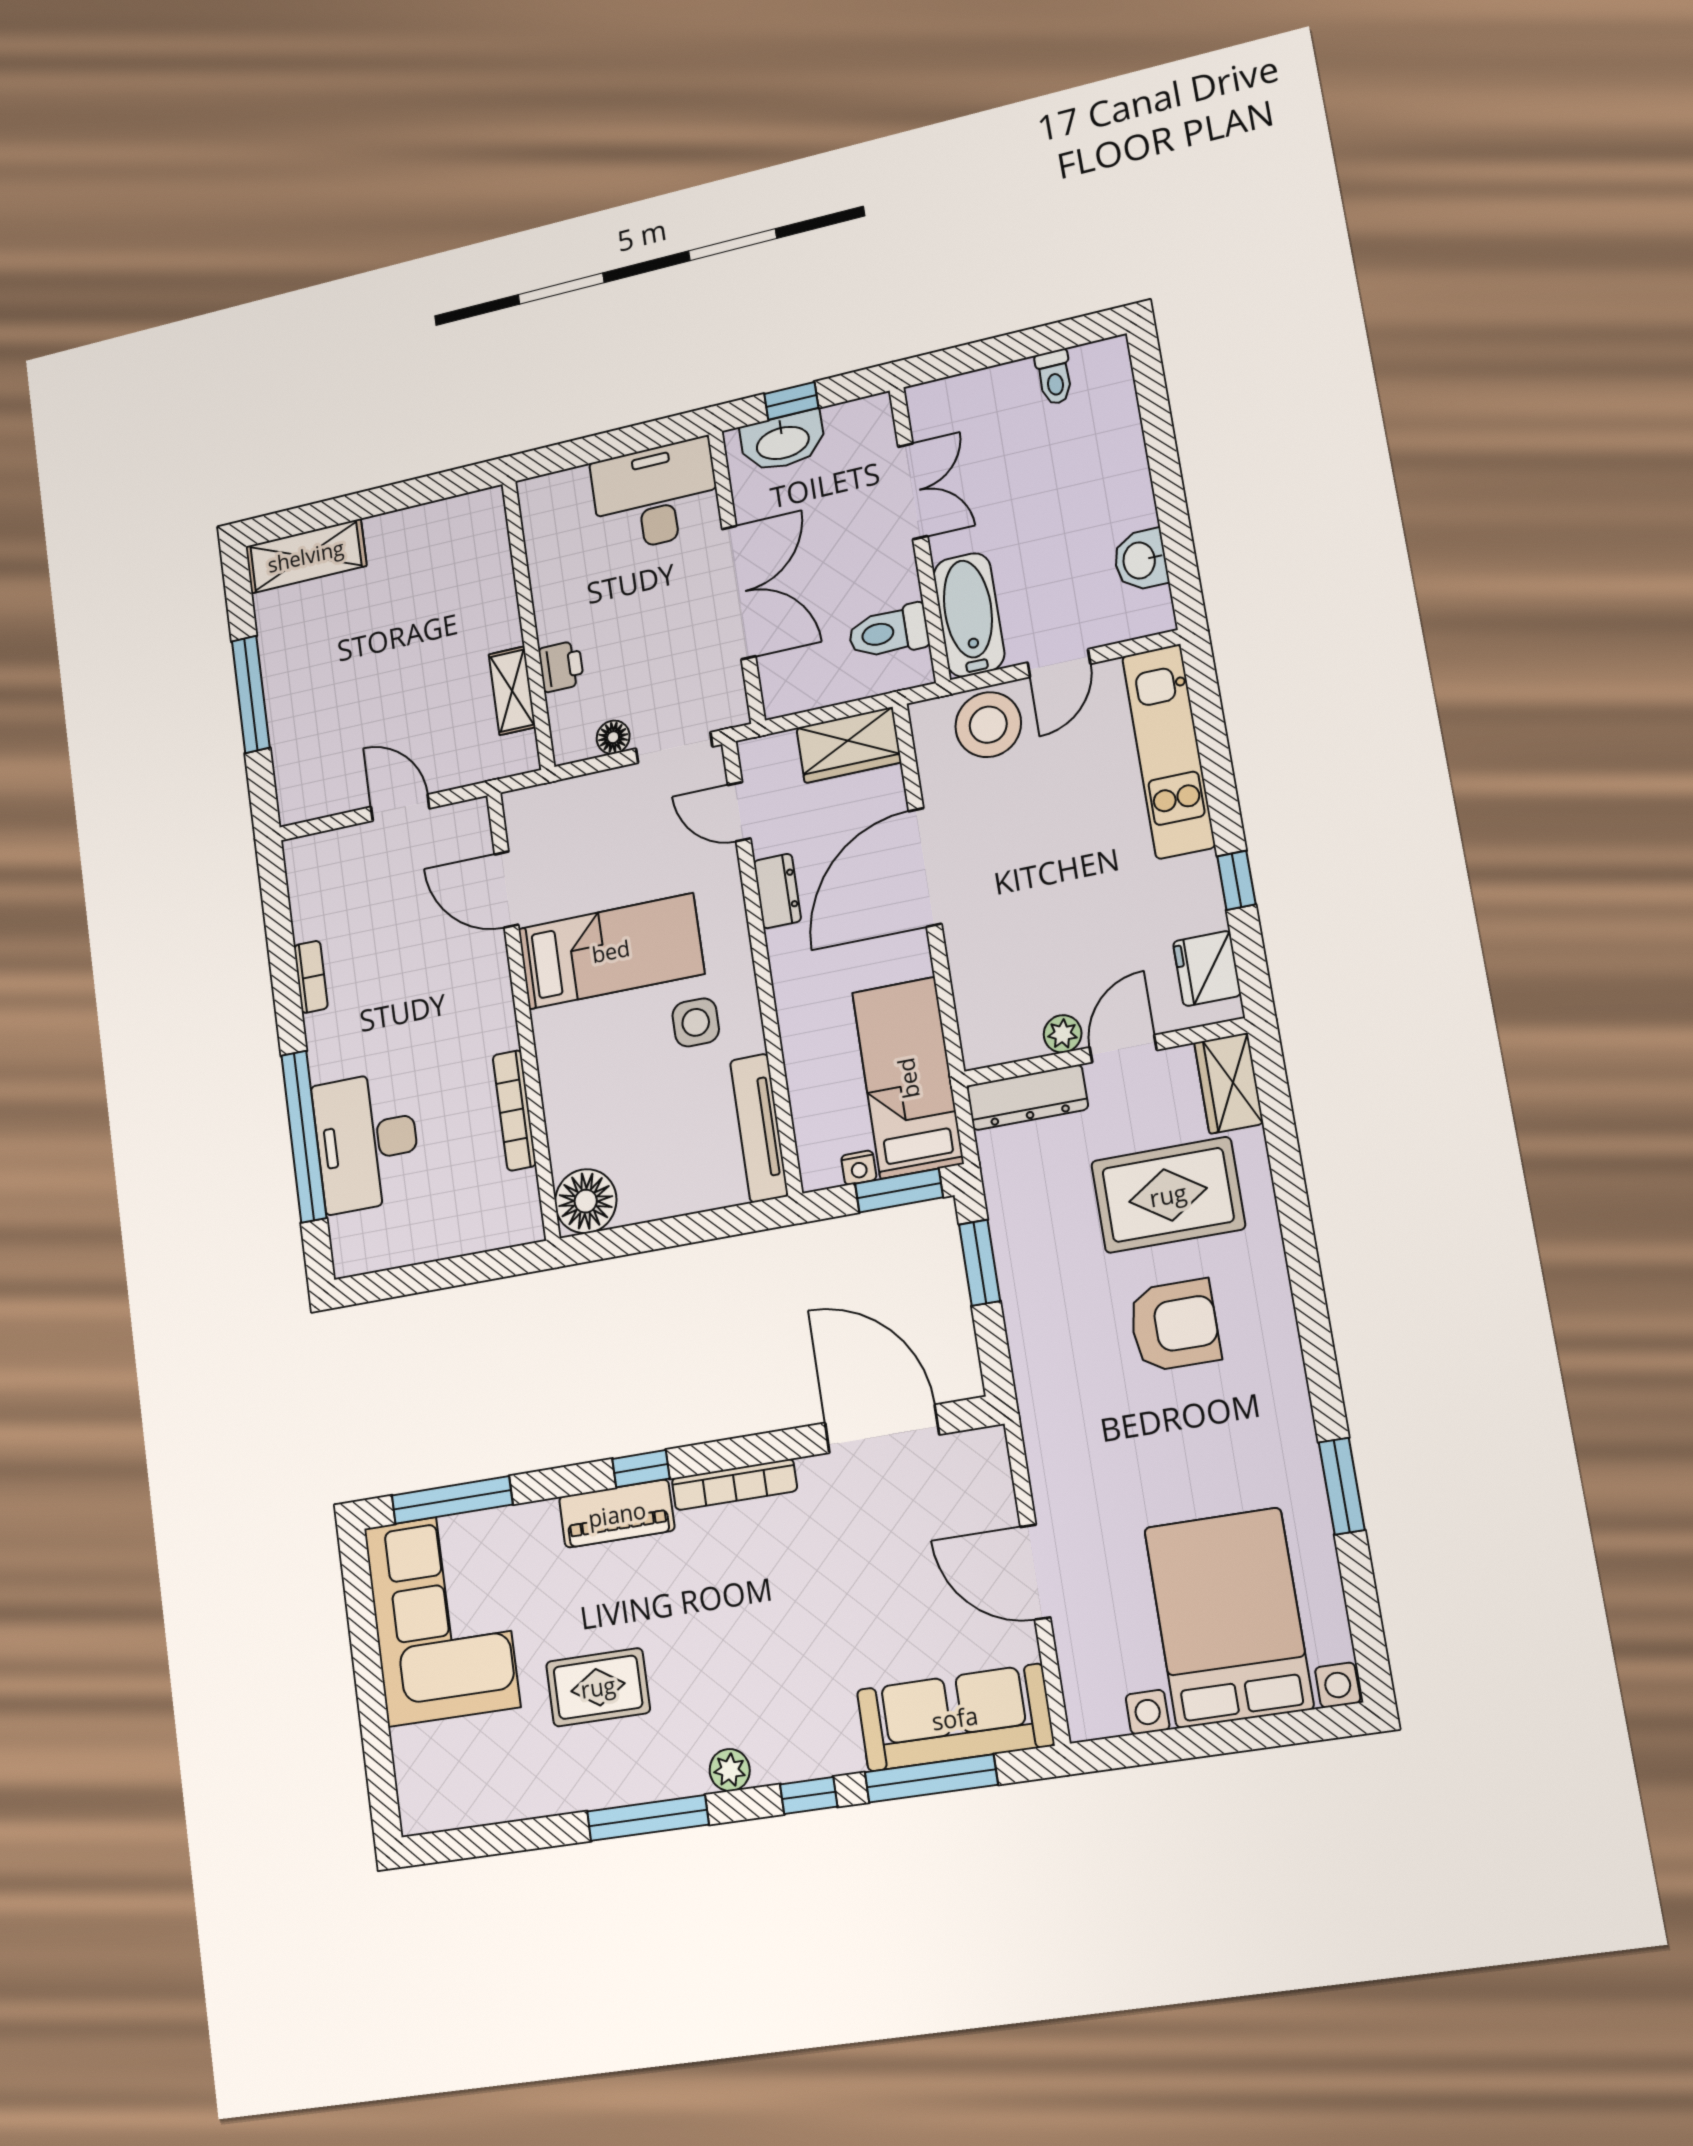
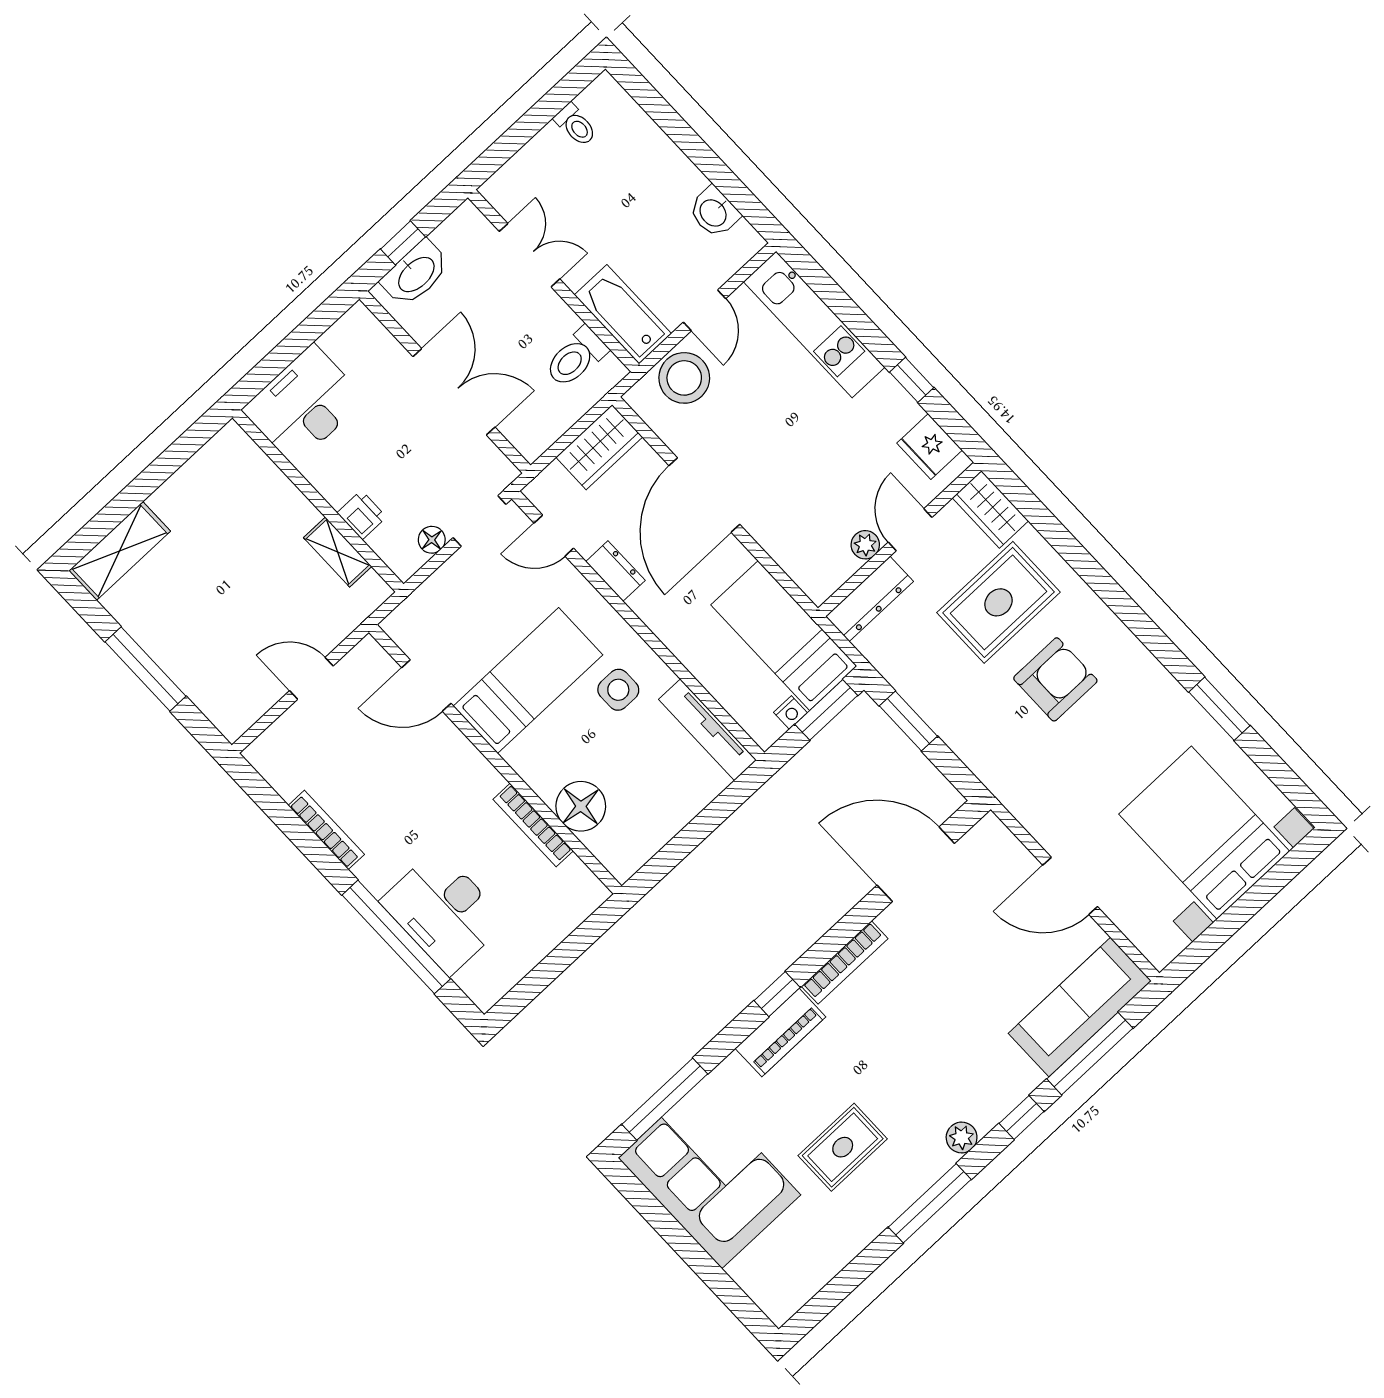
desk: (655, 496) -> (304, 404), moved
bookcase: (311, 977) -> (326, 830), width x1.56
floor lamp: (586, 1201) -> (581, 806), moved

